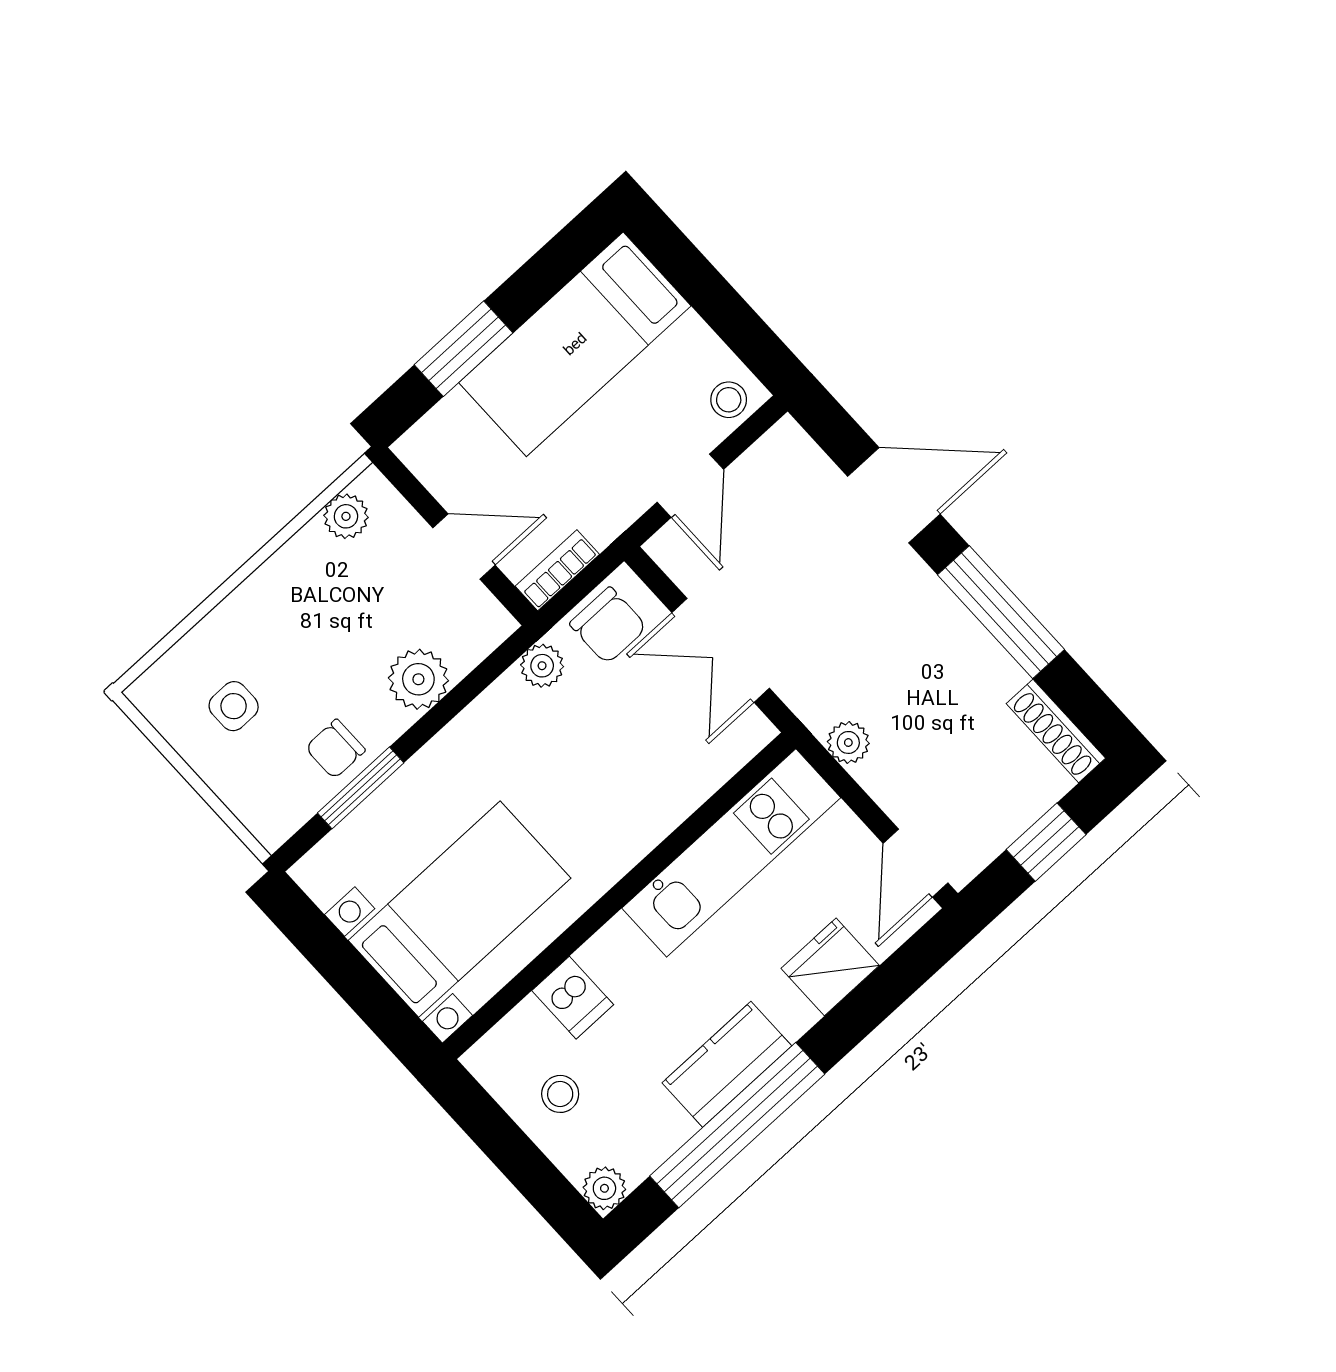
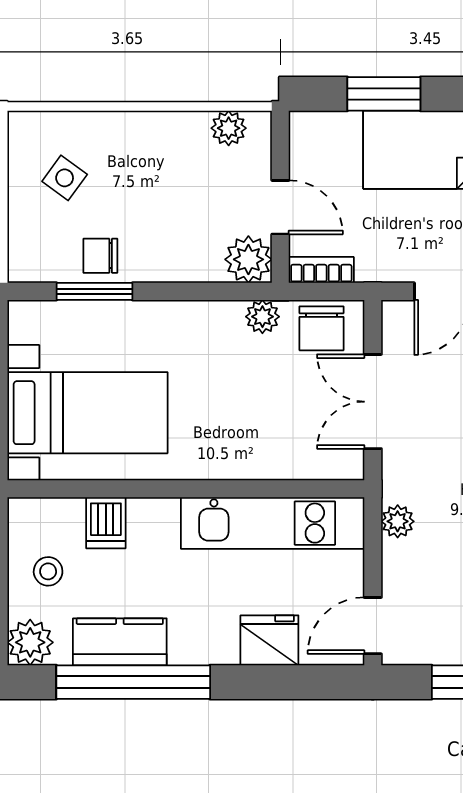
plant: (418, 679) -> (248, 259), moved
side table: (234, 706) -> (65, 178), turned 36
kitchen counter: (727, 1064) -> (120, 642), moved
plant: (604, 1188) -> (30, 642), width x1.38, depth x1.38

